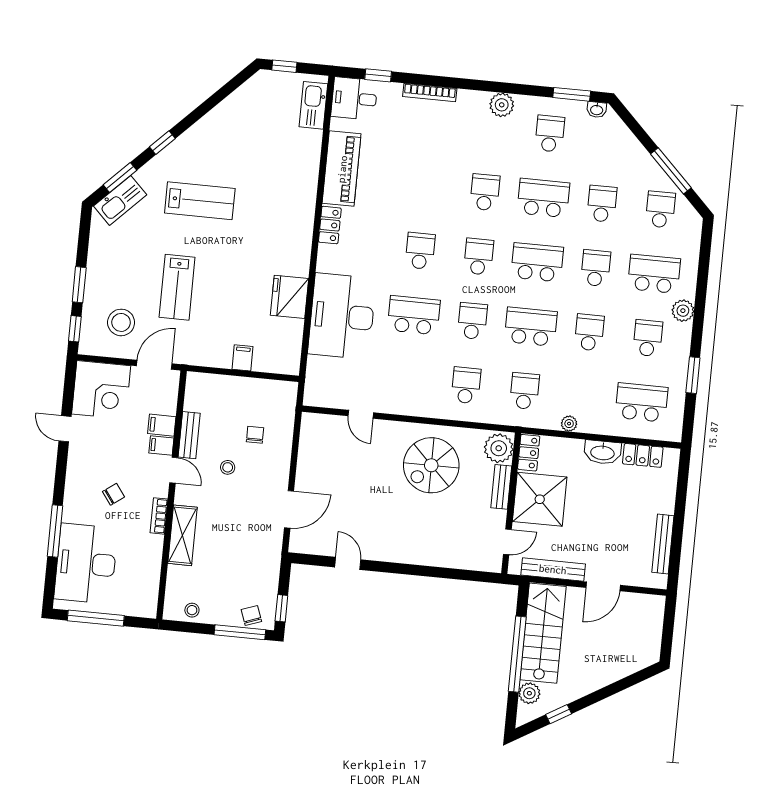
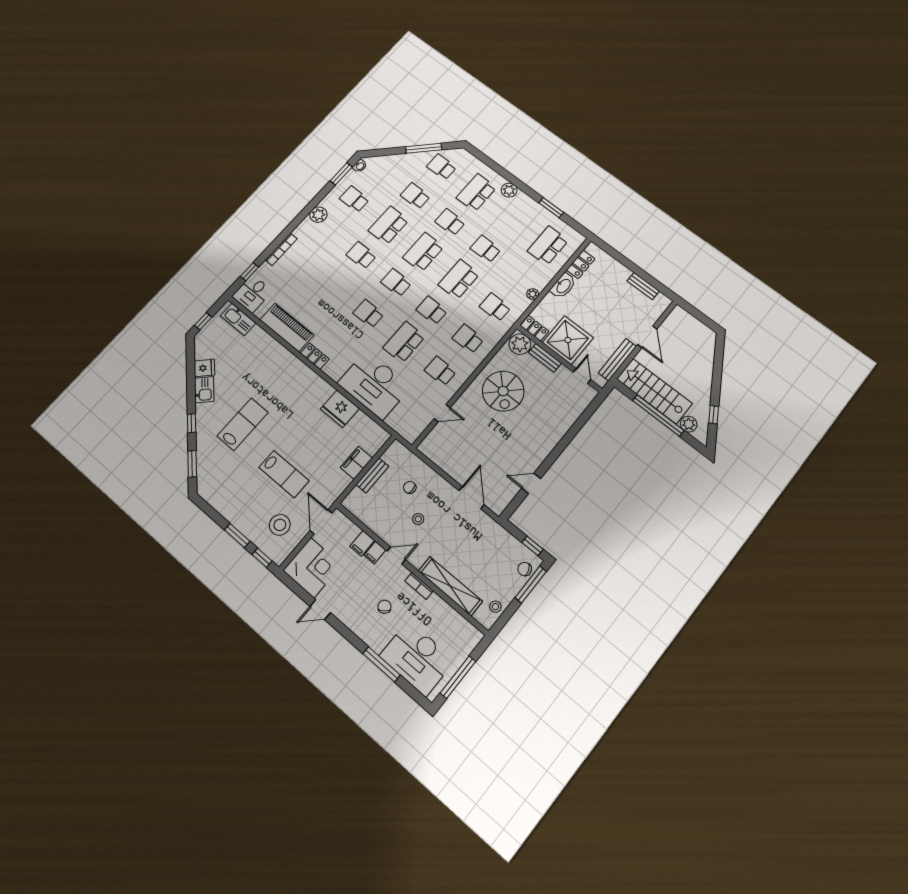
fridge: (233, 109) -> (204, 368), added
kitchen sink: (120, 200) -> (204, 390), moved, width x0.73
school desk: (648, 338) -> (440, 371), moved
filing cabinet: (243, 358) -> (356, 463), width x2.00
bench: (189, 435) -> (372, 475), moved, turned 90
shelving: (182, 535) -> (450, 586), width x1.47
bench: (663, 544) -> (643, 286), width x0.73

